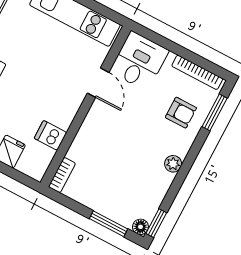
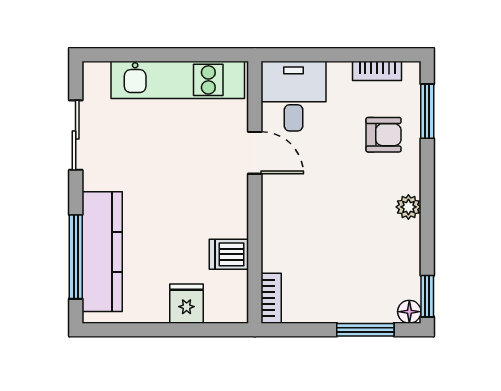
bookcase: (197, 72) -> (377, 71), width x0.64

